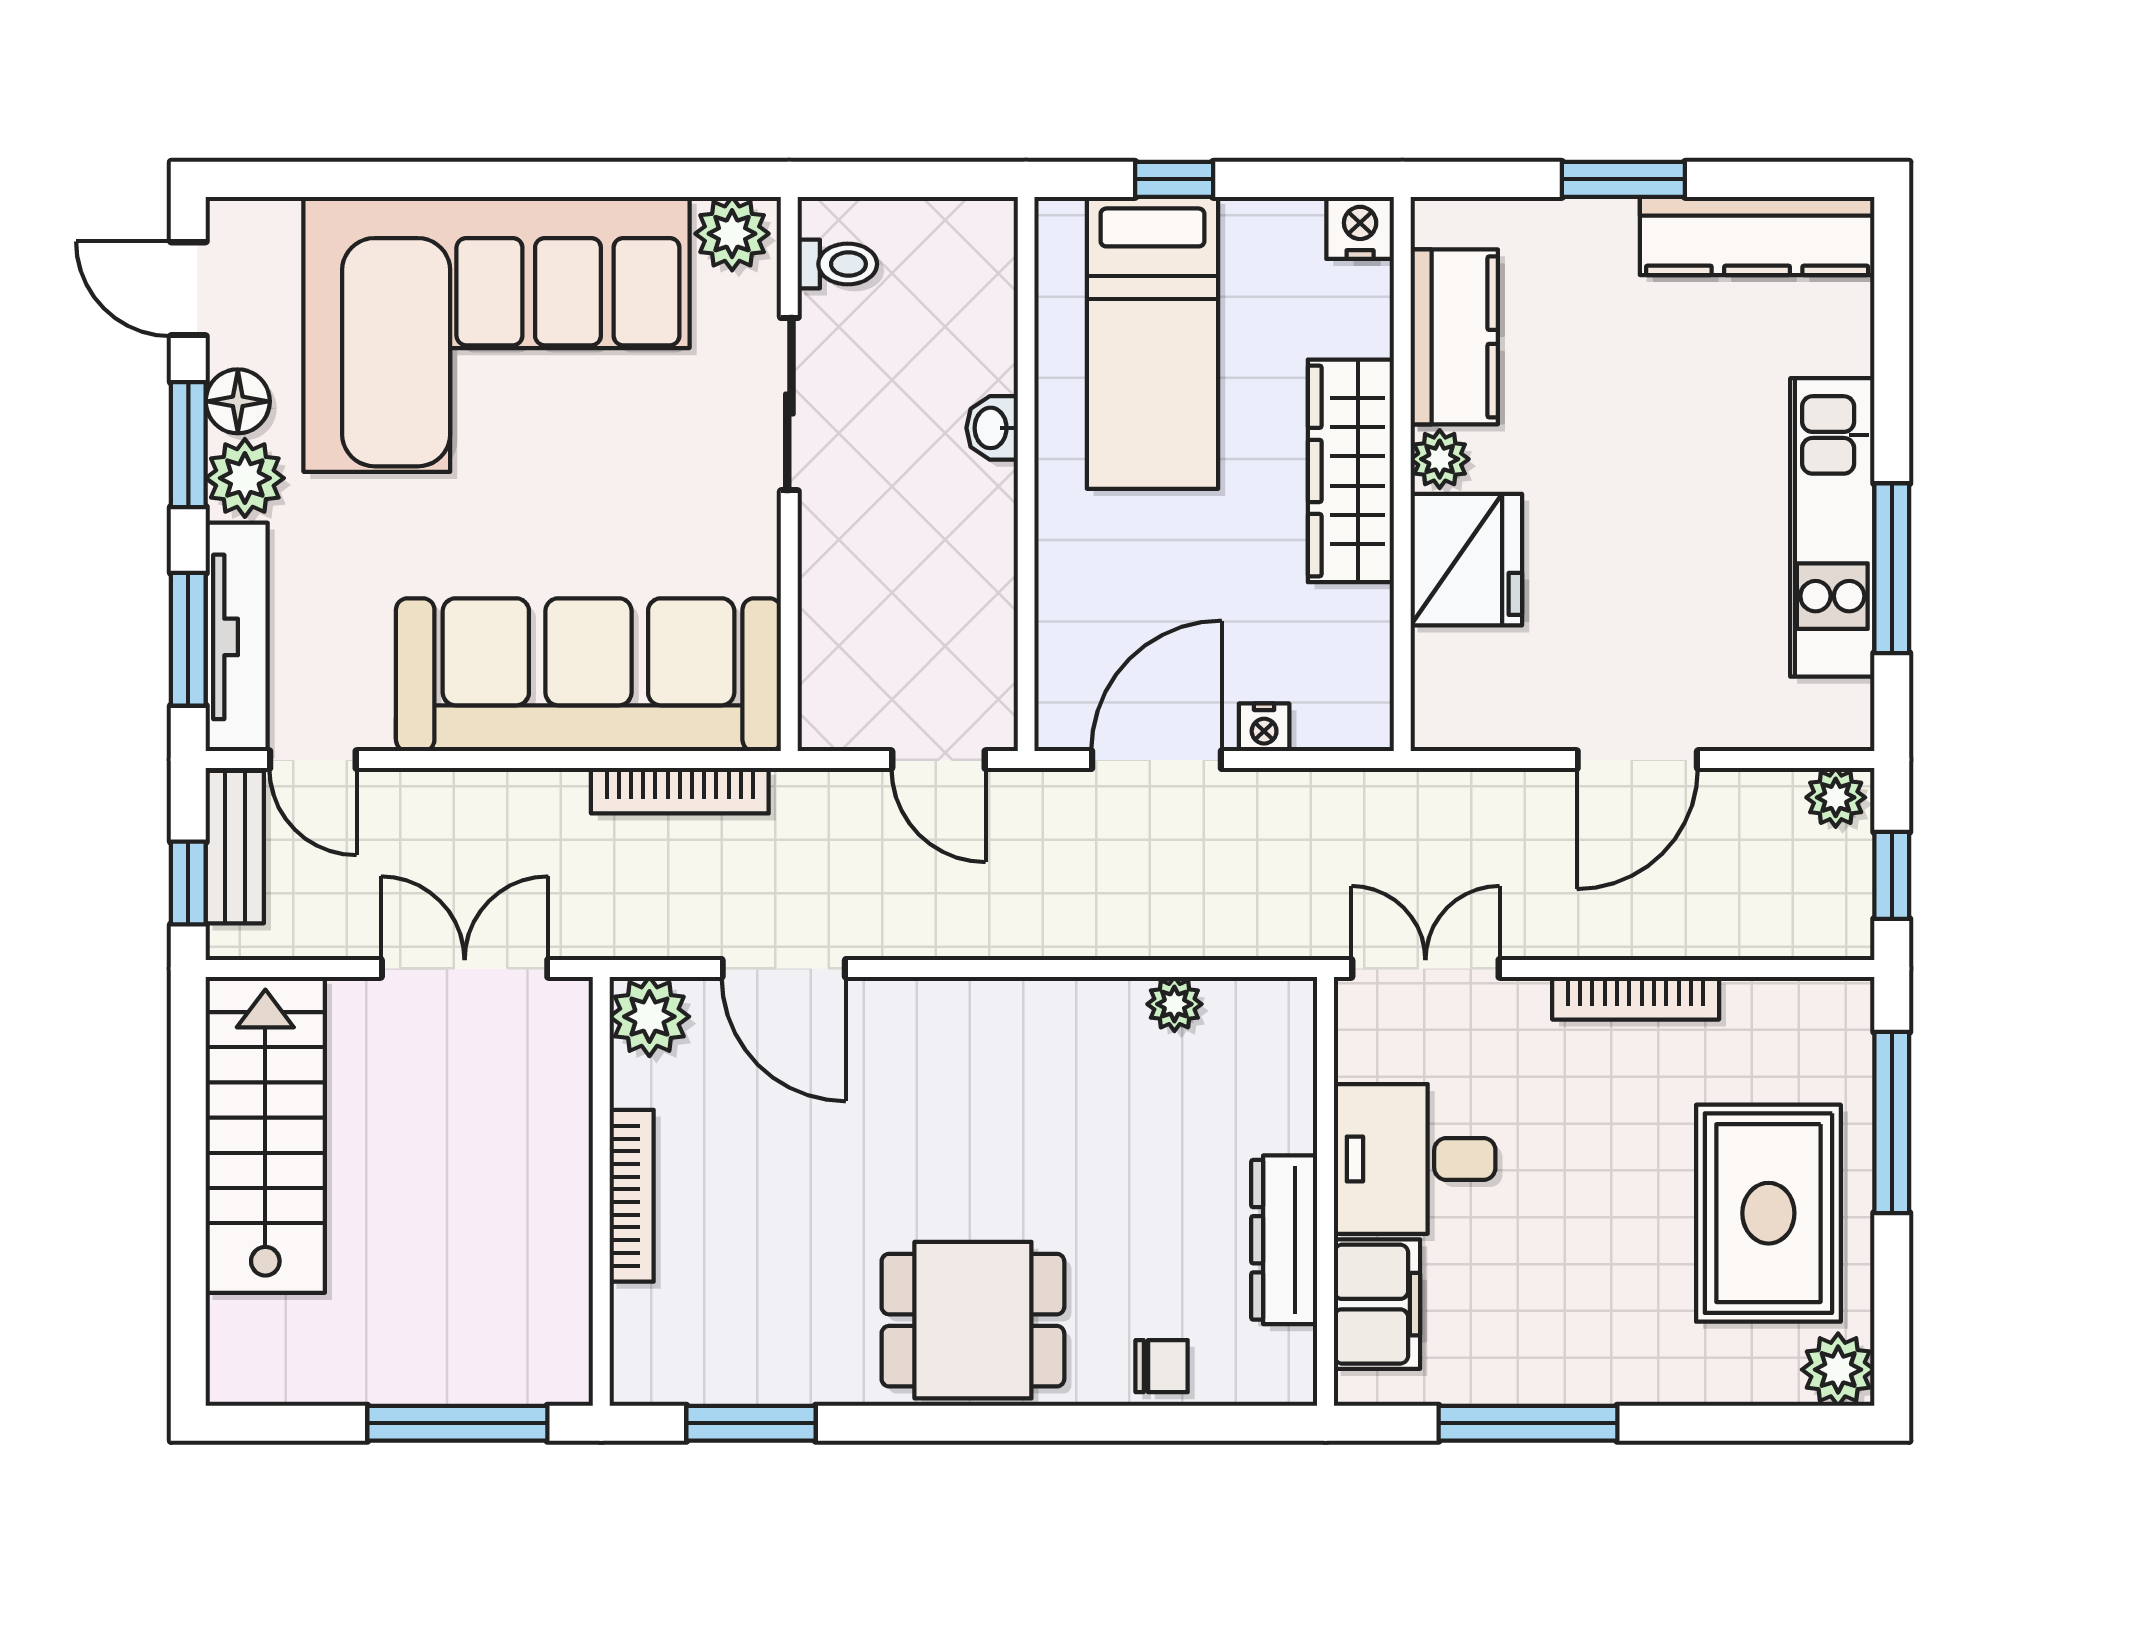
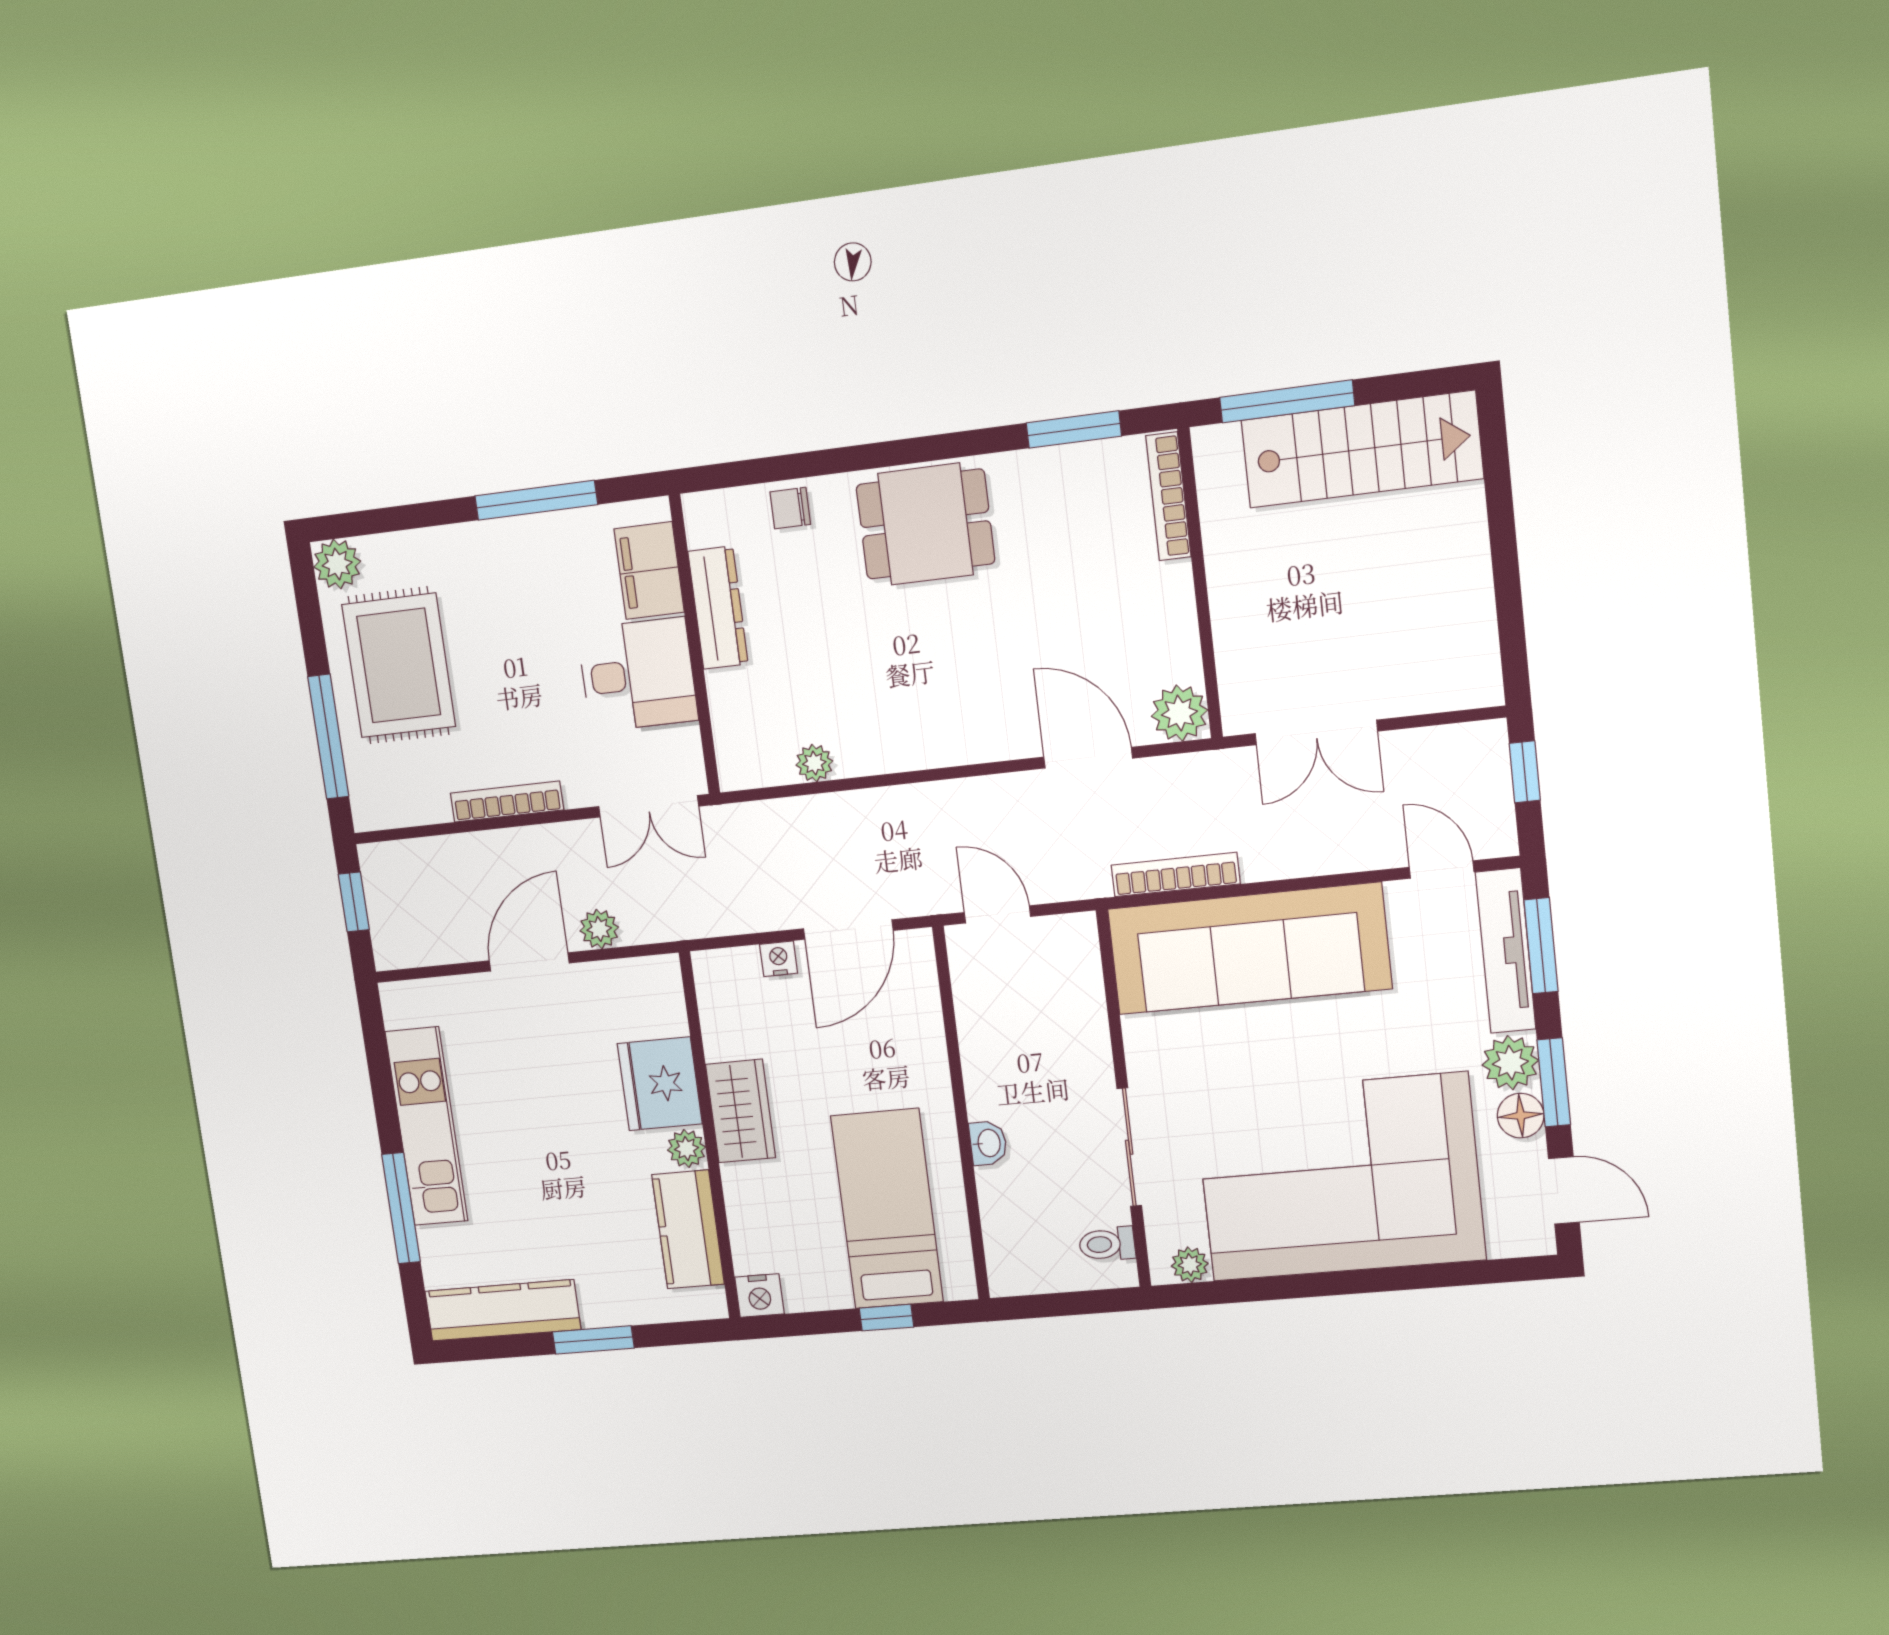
plant: (732, 234) -> (1190, 1265), width x0.73, depth x0.73
wardrobe: (1351, 471) -> (741, 1111), width x0.67
window: (1892, 568) -> (401, 1208), moved
plant: (1836, 797) -> (599, 929), moved
bench: (235, 847) -> (1493, 801), removed
stairs: (265, 1135) -> (1362, 449), moved, turned -90
bookcase: (632, 1196) -> (1168, 496), moved

